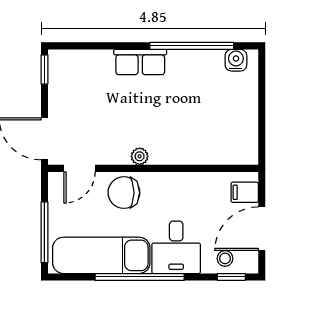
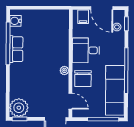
row of seats: (140, 62) -> (16, 49), moved
plant: (66, 68) -> (19, 108), added
desk: (176, 247) -> (86, 50), moved, turned 180

